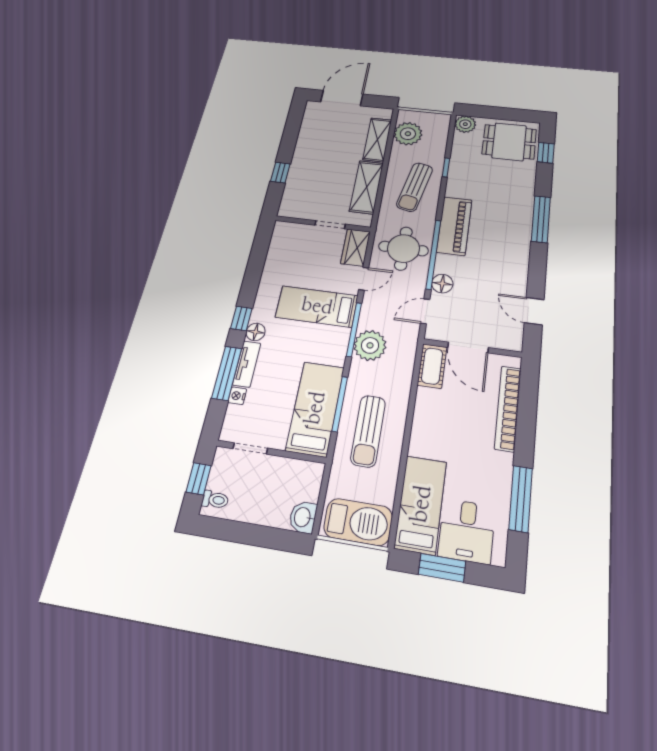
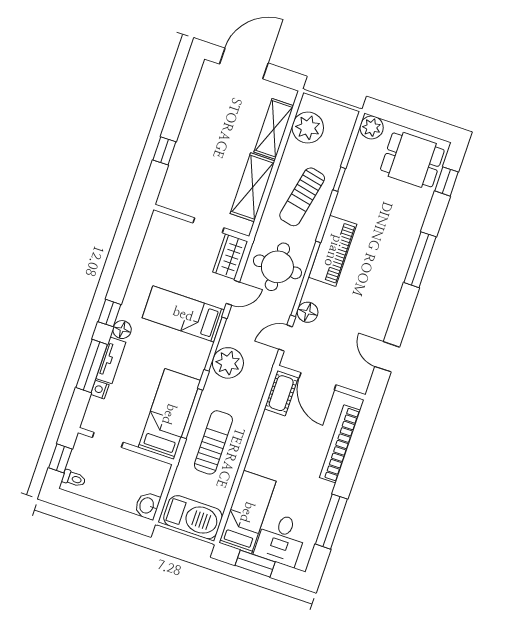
sun lounger: (368, 431) -> (213, 442), turned 180

